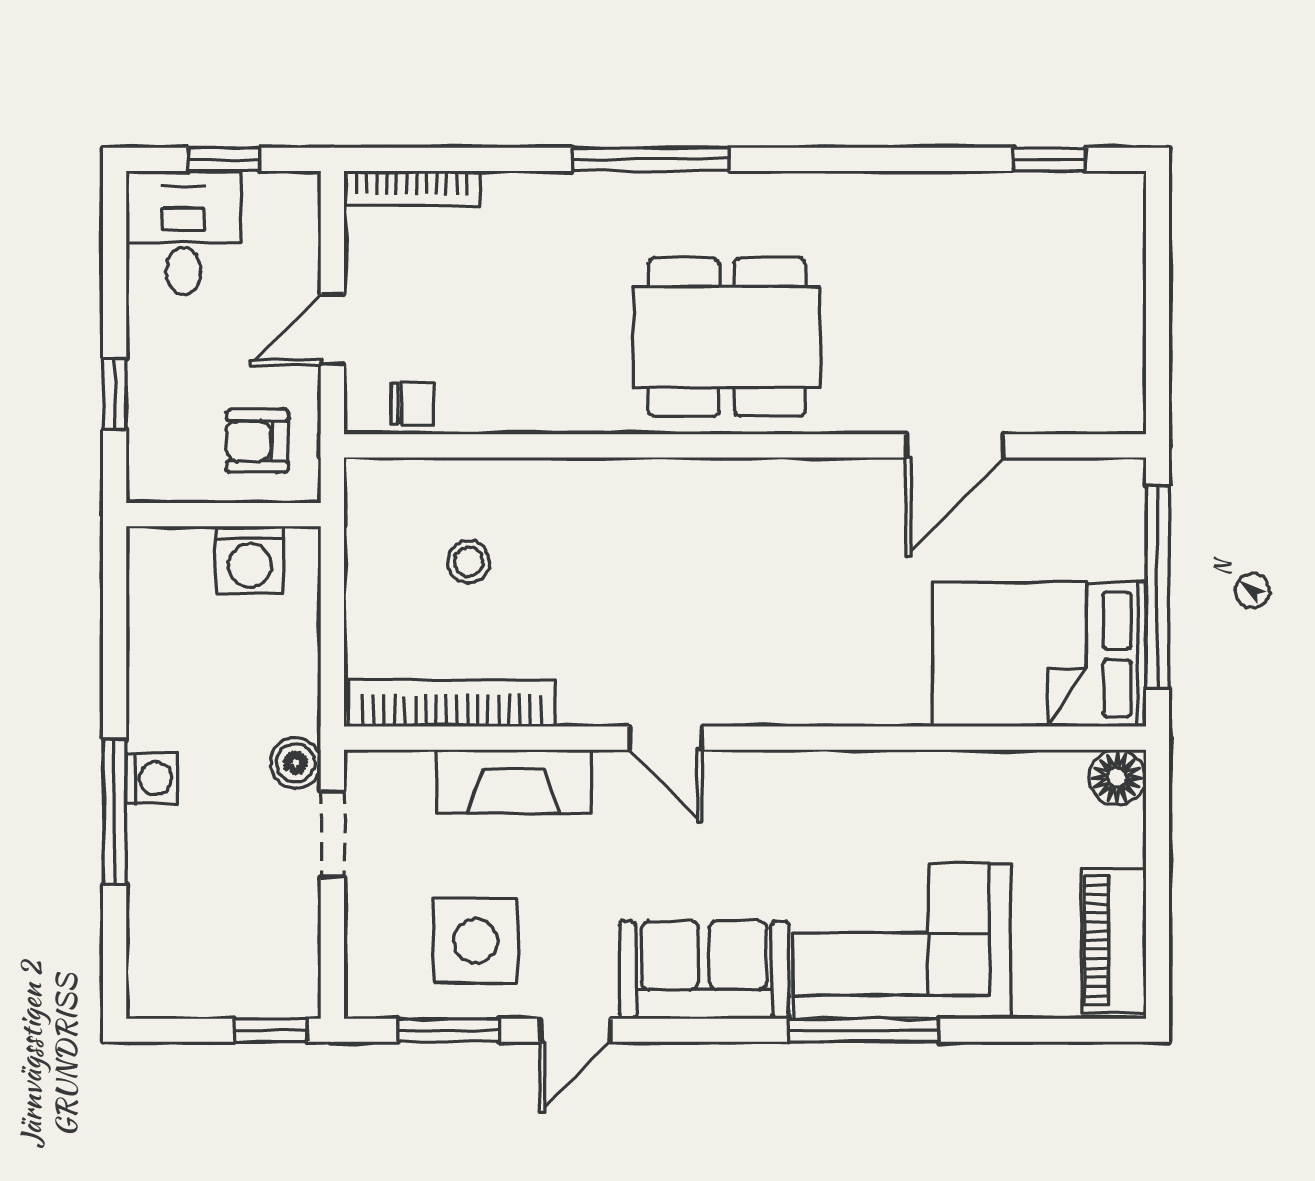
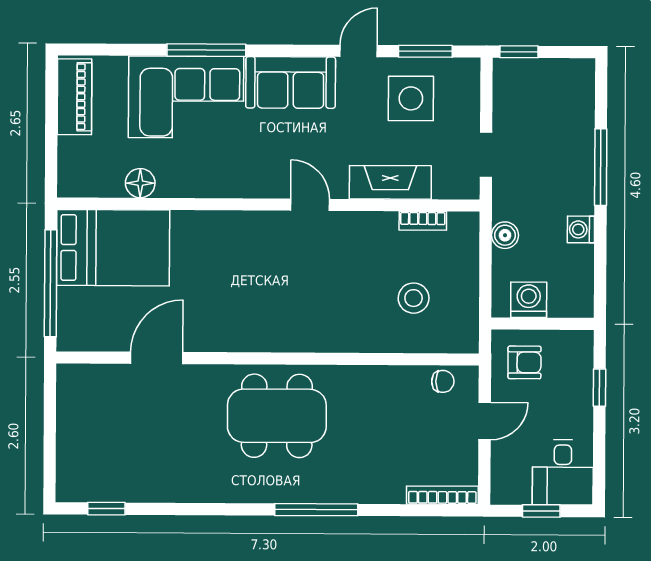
chair: (412, 404) -> (443, 381), turned 180
stool: (469, 562) -> (414, 298), width x1.37, depth x1.37
bookcase: (452, 703) -> (423, 221), width x0.43, depth x0.76
boiler: (296, 763) -> (505, 235), moved
floor lamp: (1117, 777) -> (140, 183), moved
washing machine: (152, 778) -> (581, 229), moved

